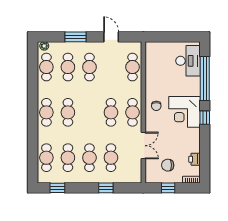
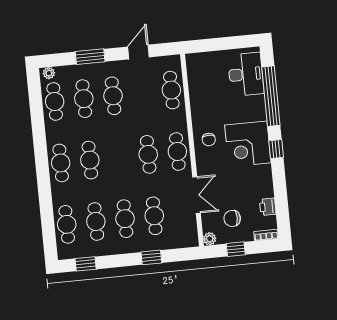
door: (111, 37) -> (138, 52), hinge flipped
plant: (150, 178) -> (210, 239), added

